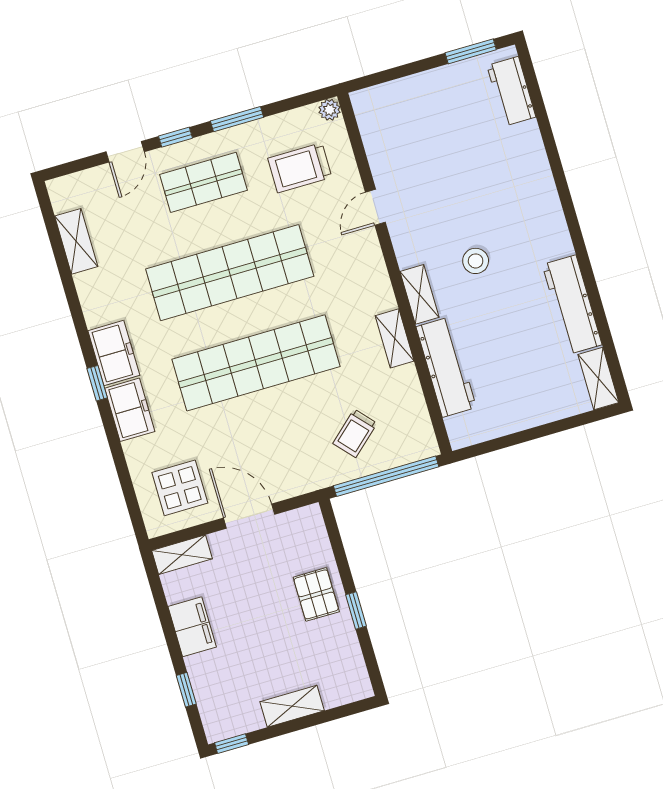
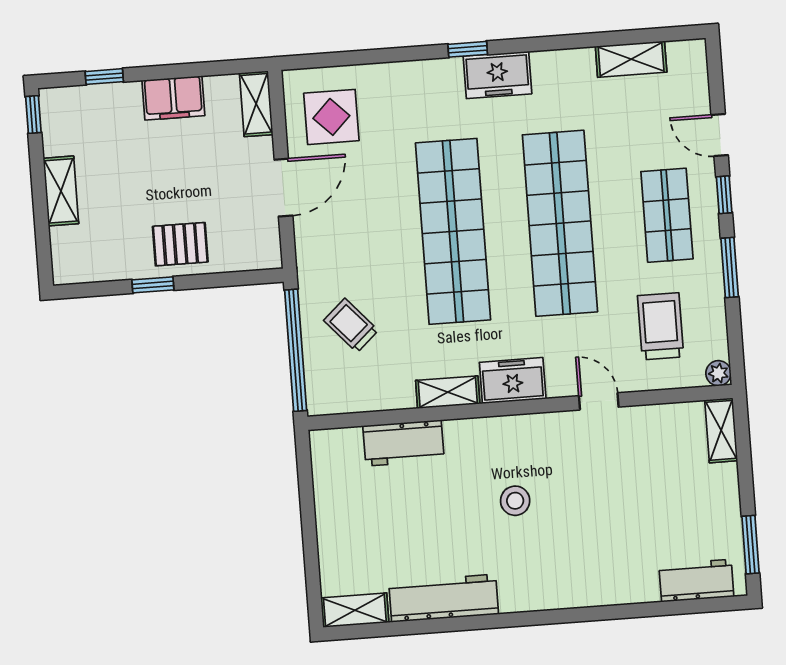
shelving: (419, 294) -> (721, 430), moved, turned 90
workbench: (446, 367) -> (403, 443), width x0.73
freezer: (130, 410) -> (513, 381), moved, turned 180

